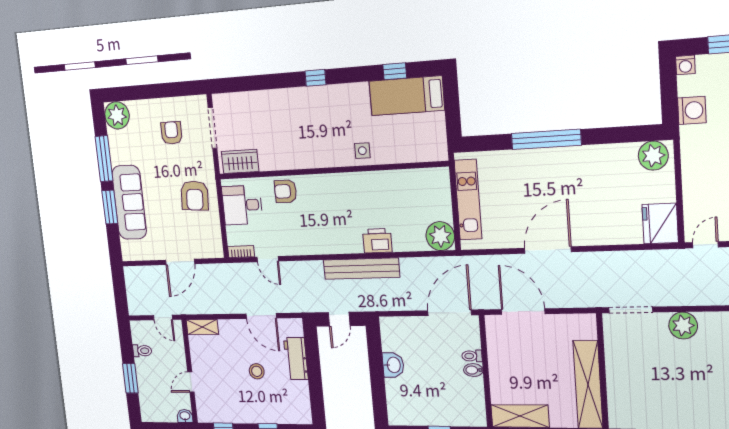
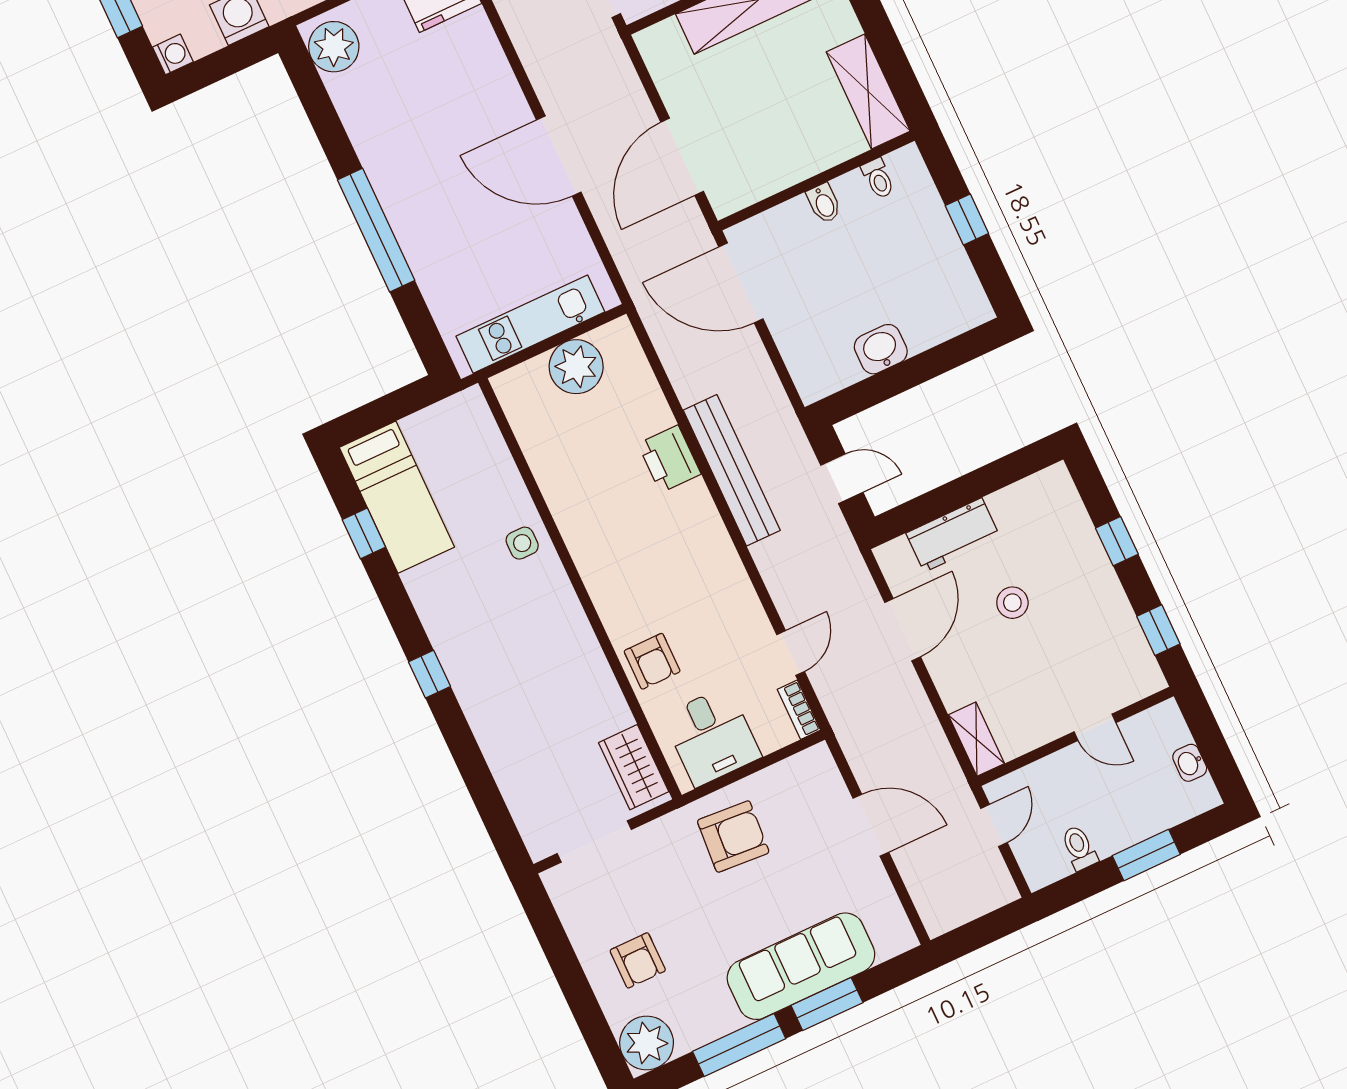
armchair: (171, 133) -> (638, 960), moved, turned -90
plant: (440, 236) -> (576, 367), moved
toilet: (472, 356) -> (878, 178), moved
washbasin: (185, 416) -> (1190, 763), moved

